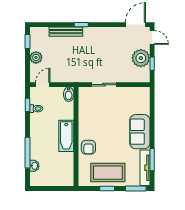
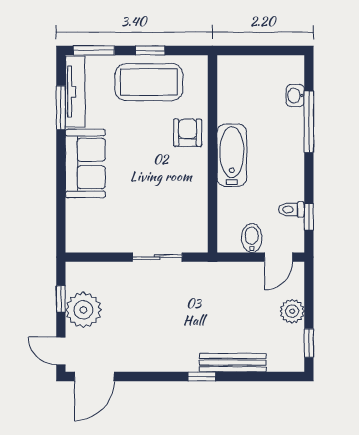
bidet: (69, 94) -> (252, 238), moved

